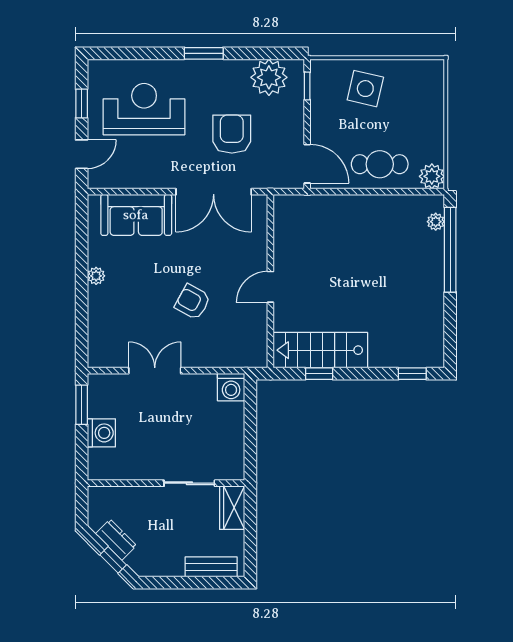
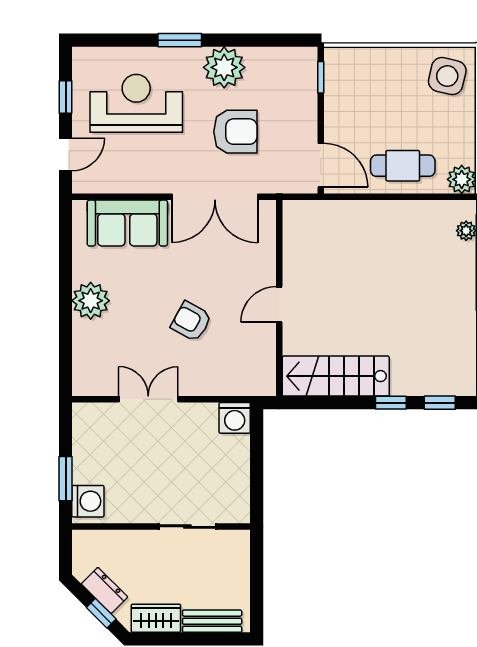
window: (204, 53) -> (180, 40), moved
plant: (269, 77) -> (224, 67), moved
side table: (365, 89) -> (447, 76), moved
armchair: (232, 134) -> (235, 132), turned 90
plant: (96, 276) -> (91, 301), width x1.87, depth x1.87
window: (319, 374) -> (391, 403), moved
window: (82, 405) -> (66, 479), moved
washing machine: (101, 433) -> (88, 501), moved
wardrobe: (232, 508) -> (156, 618), moved, turned 90

